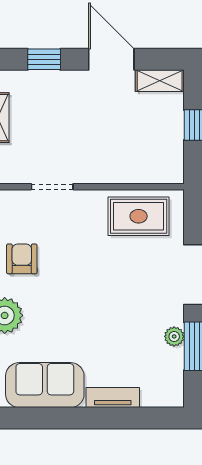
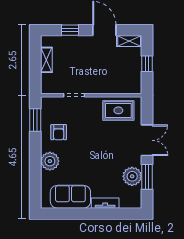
armchair: (22, 259) -> (59, 132), turned 180
plant: (174, 336) -> (132, 176), width x1.88, depth x1.88

